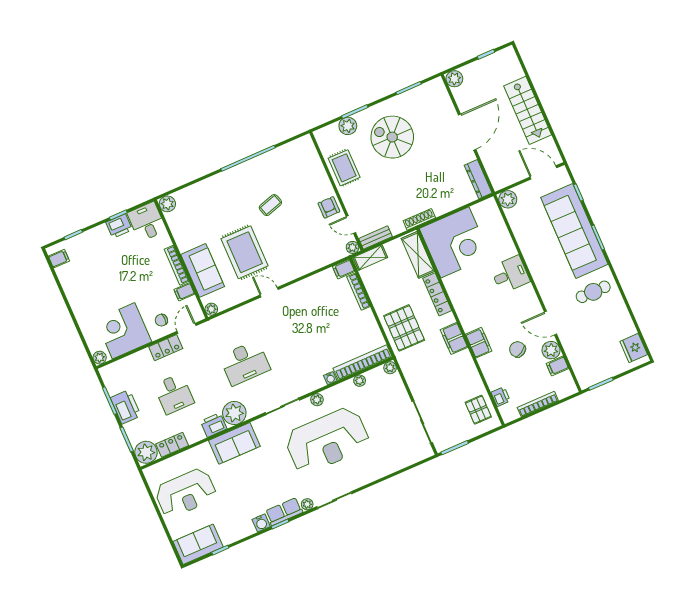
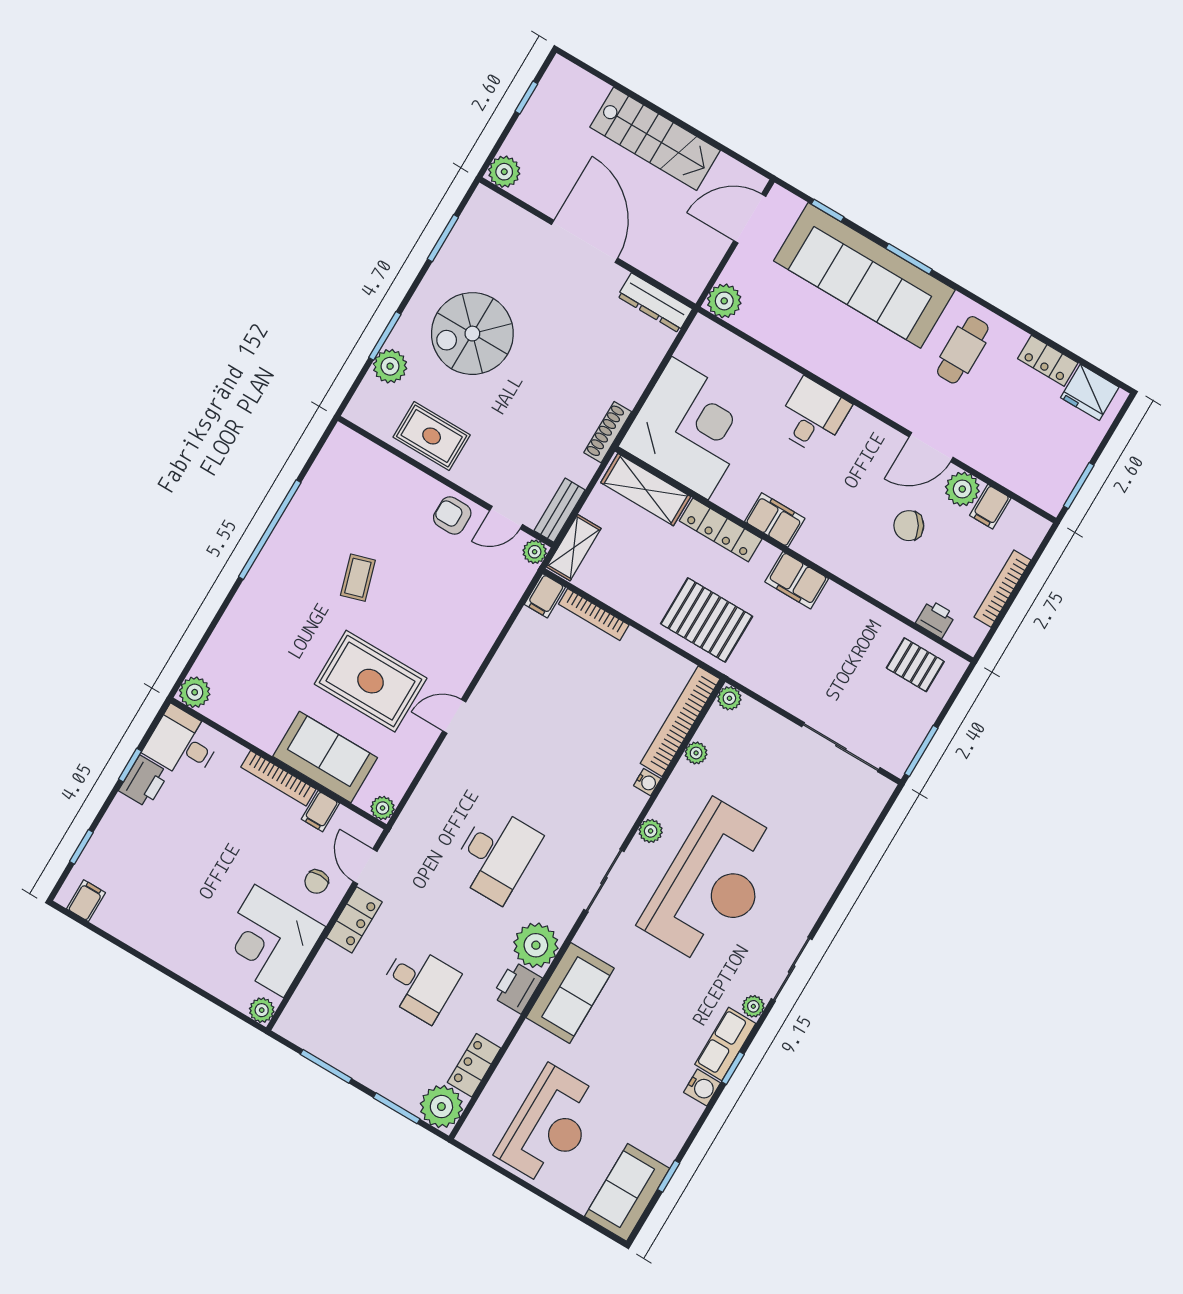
locker: (626, 322) -> (1048, 361), added
filing cabinet: (479, 343) -> (775, 520), moved
printer: (126, 407) -> (358, 1058), removed

